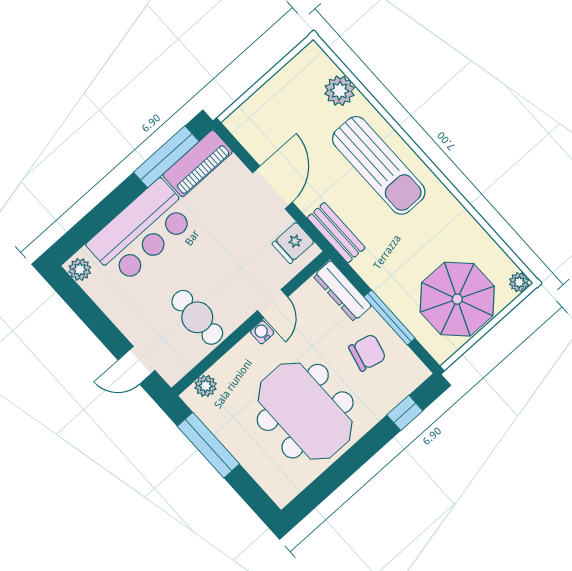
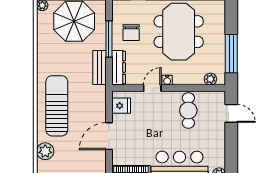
bench: (336, 233) -> (99, 67), moved
chair: (367, 353) -> (131, 33), turned -104

